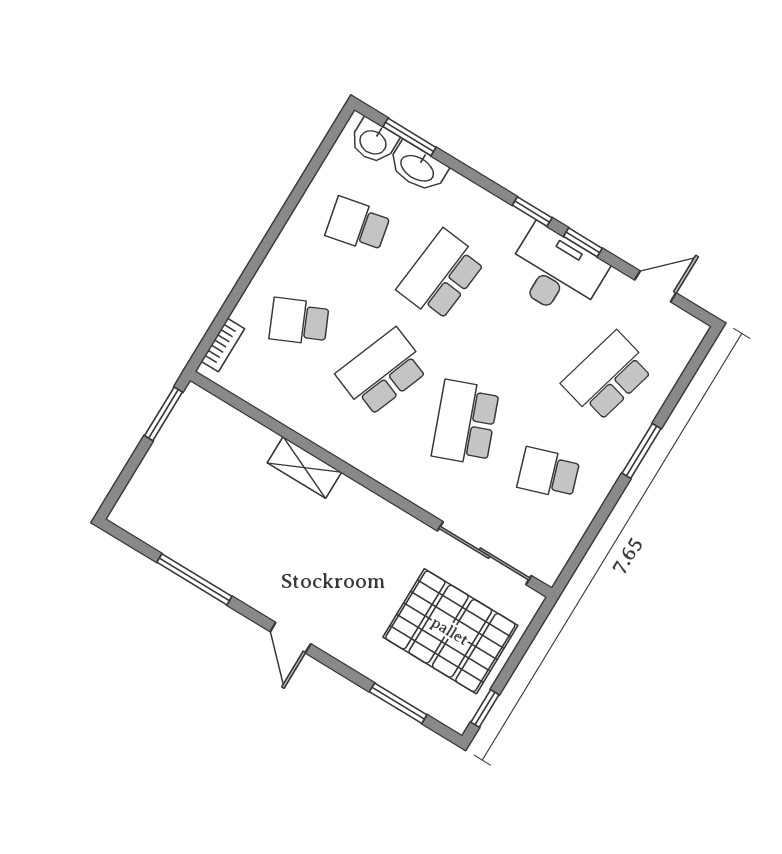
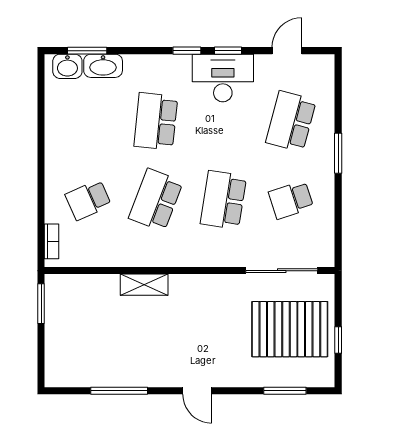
school desk: (358, 225) -> (88, 121), removed
school desk: (465, 422) -> (223, 200), turned 30
window: (485, 708) -> (338, 340), moved

